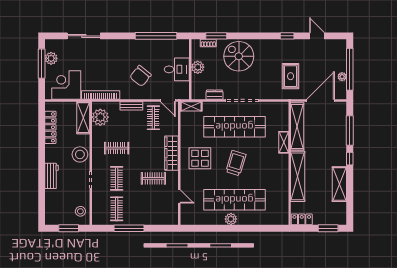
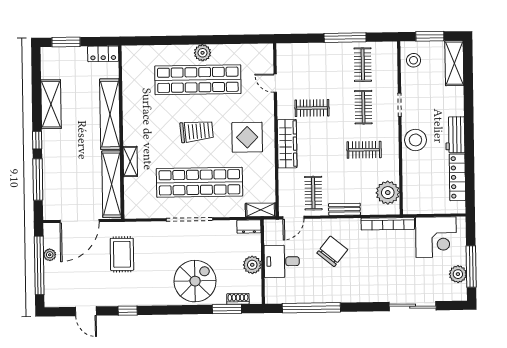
spiral stairs: (239, 56) -> (195, 281), turned -90
dresser: (214, 95) -> (249, 226), moved
door: (168, 100) -> (293, 218), swing flipped
shelving: (83, 118) -> (454, 63), moved
trolley: (236, 163) -> (197, 131), turned -112
workbench: (52, 176) -> (455, 135), moved

